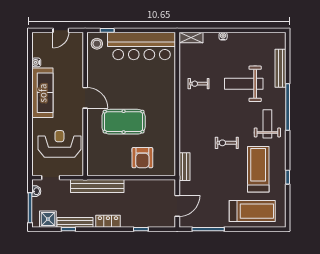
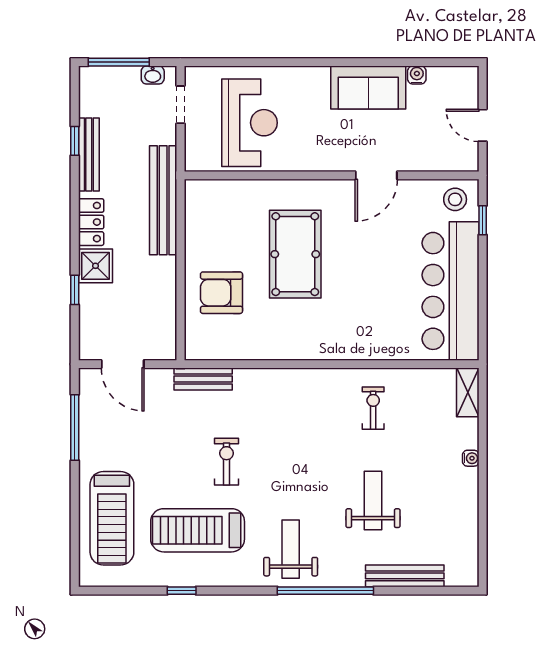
weight bench: (244, 84) -> (373, 500), width x0.73, depth x0.75
sofa: (42, 93) -> (368, 87), width x0.73
door: (85, 98) -> (376, 175), moved
weight bench: (267, 124) -> (291, 549), turned -90
exercise bike: (227, 143) -> (227, 462), moved
treadmill: (258, 169) -> (198, 530), turned 180
shower: (48, 219) -> (95, 266), moved

